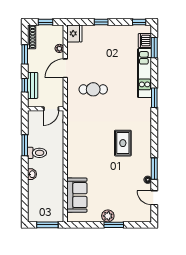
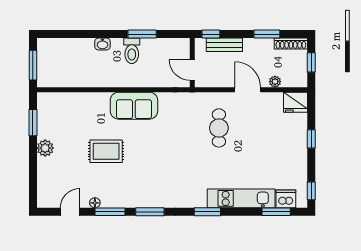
window: (25, 85) -> (211, 34), moved
window: (154, 140) -> (150, 212), added
rug: (123, 143) -> (106, 151), moved
sofa: (77, 195) -> (134, 106), moved
window: (114, 225) -> (33, 123), moved

